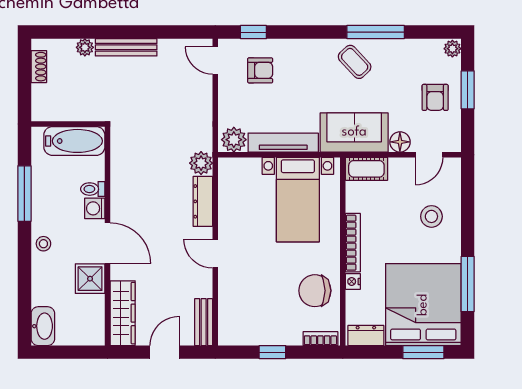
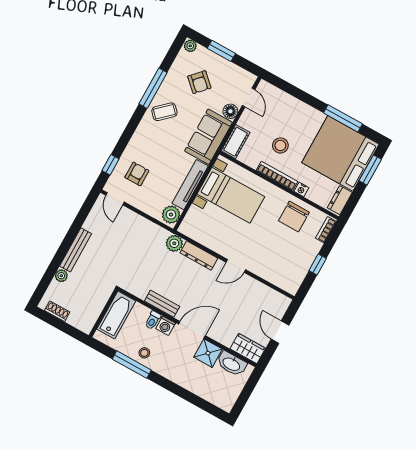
door: (215, 61) -> (115, 199), hinge flipped
armchair: (435, 97) -> (199, 82), moved, turned 43
stool: (431, 216) -> (280, 145), moved
stool: (43, 244) -> (144, 353), moved
wardrobe: (123, 313) -> (248, 348), width x0.67
bench: (204, 322) -> (162, 304), moved
washbasin: (43, 326) -> (232, 364), moved, turned 180

